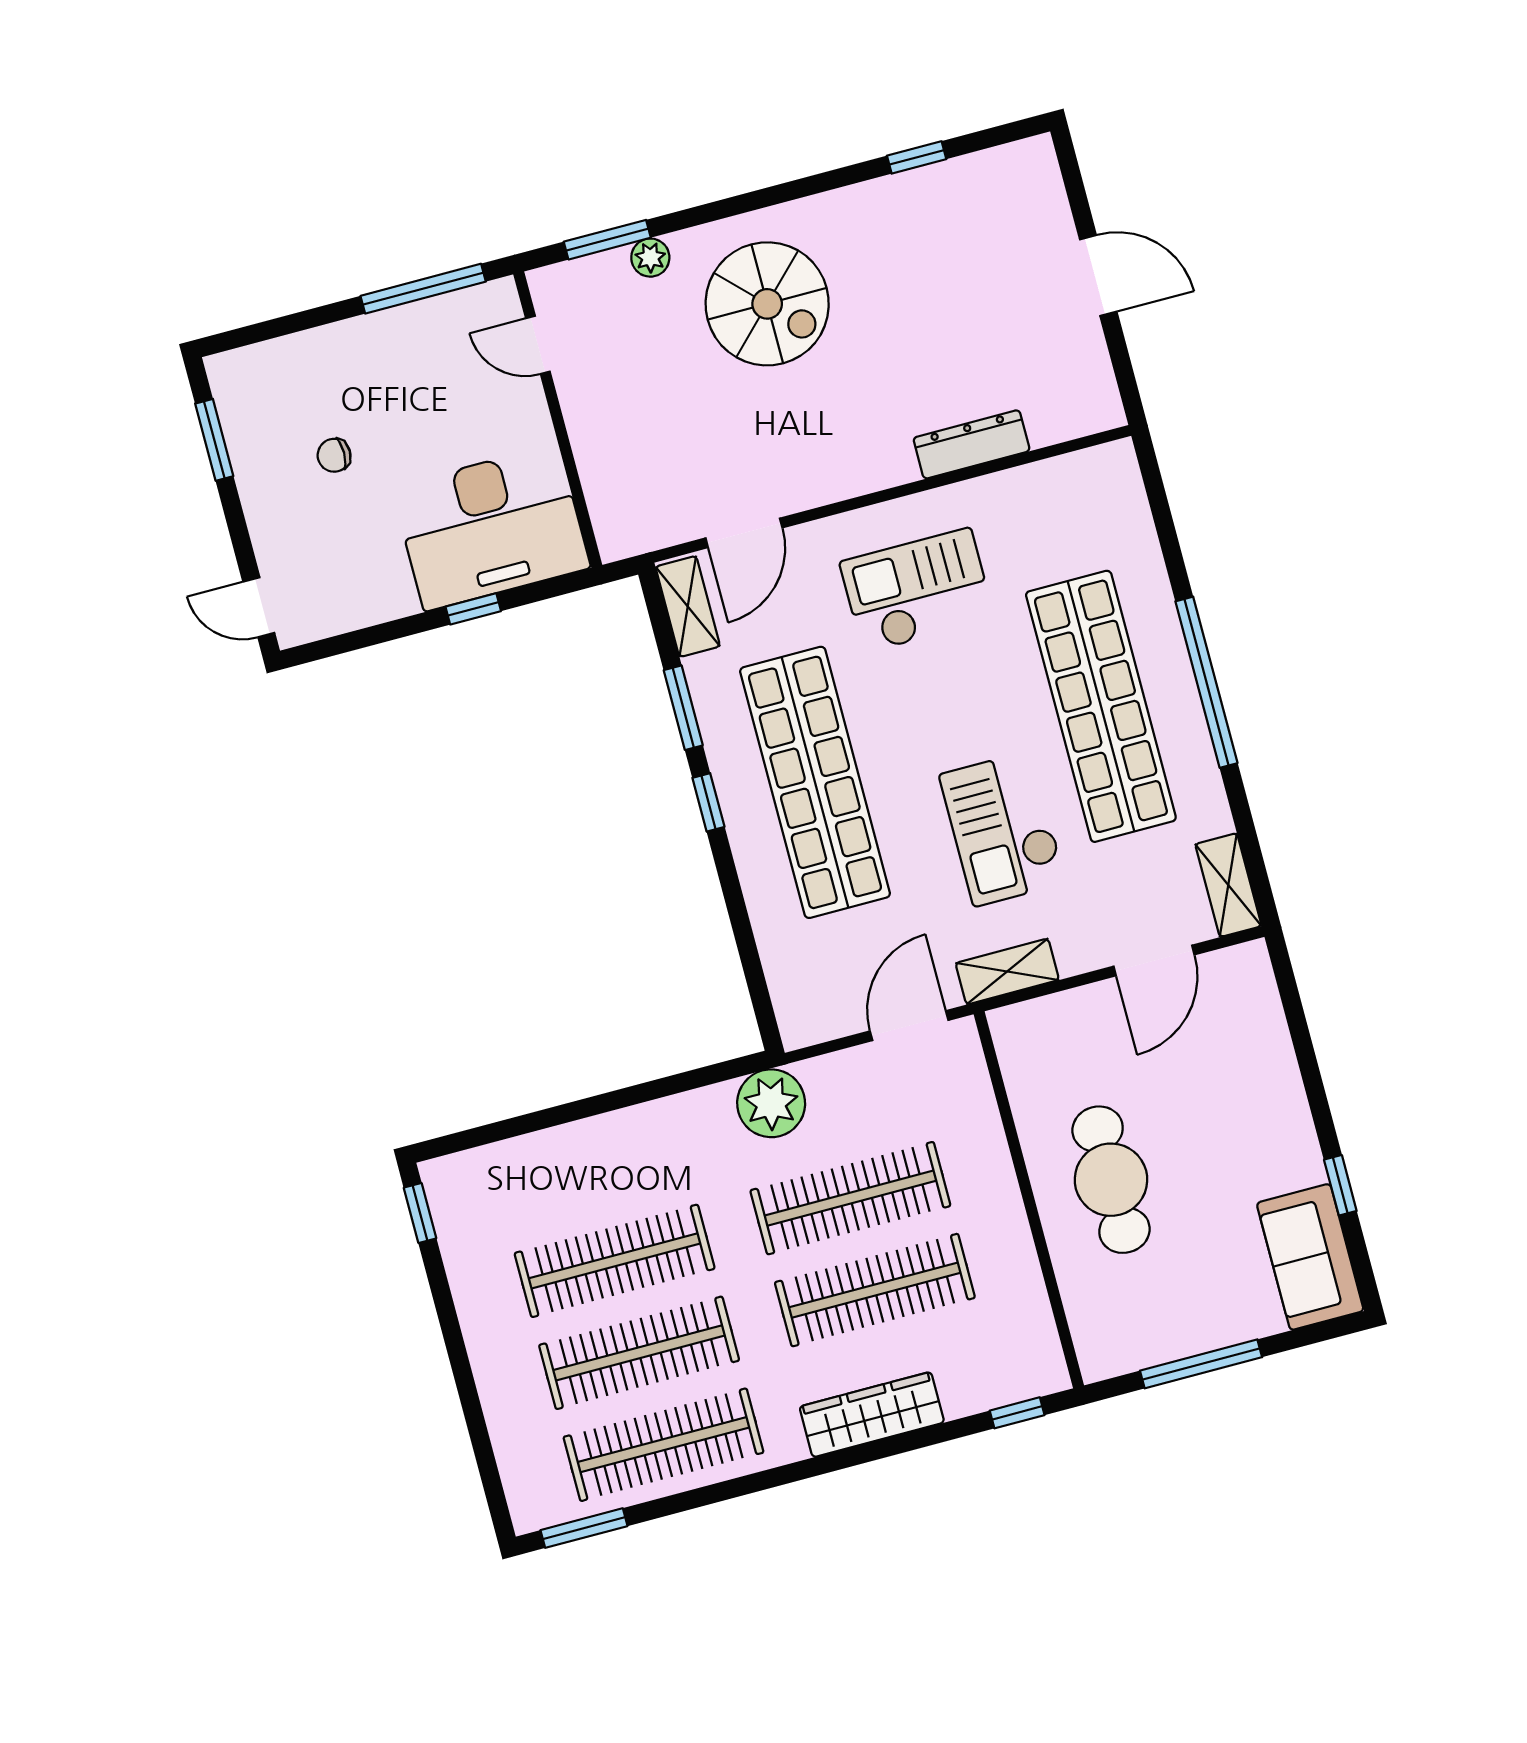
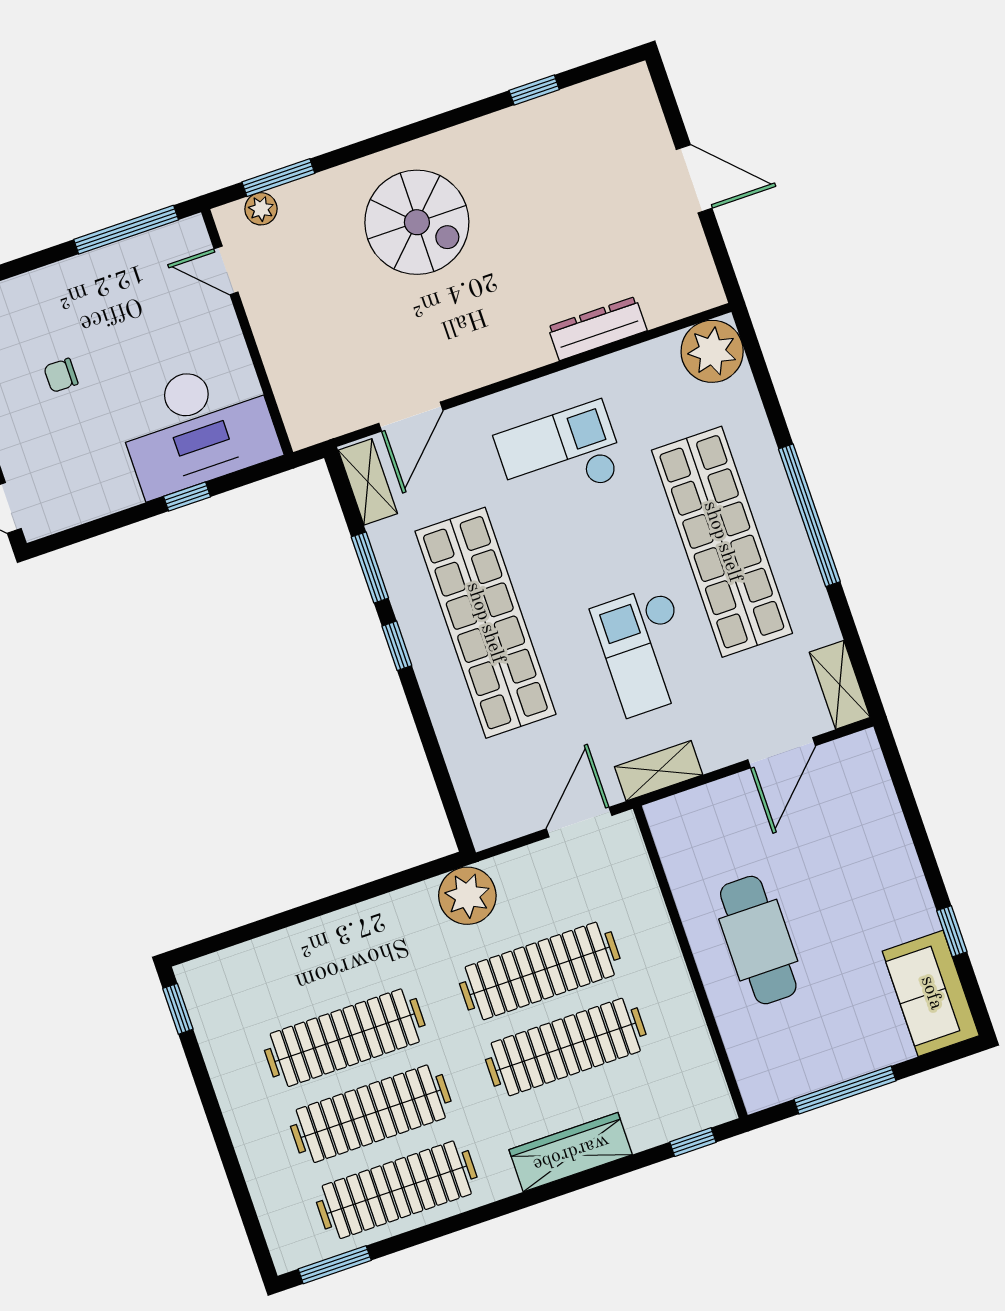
plant: (650, 258) -> (261, 209), moved
plant: (1105, 481) -> (712, 351), added

